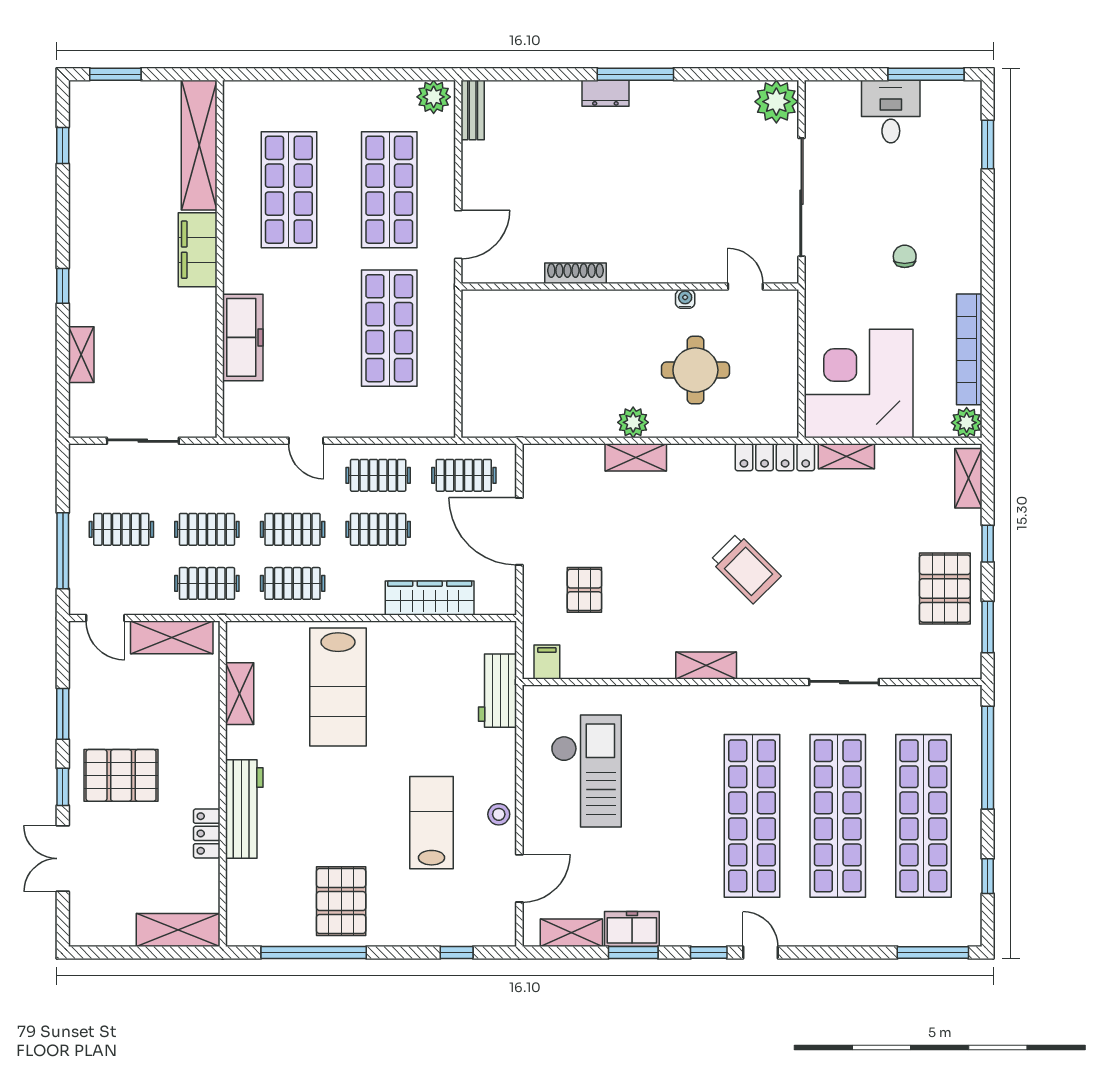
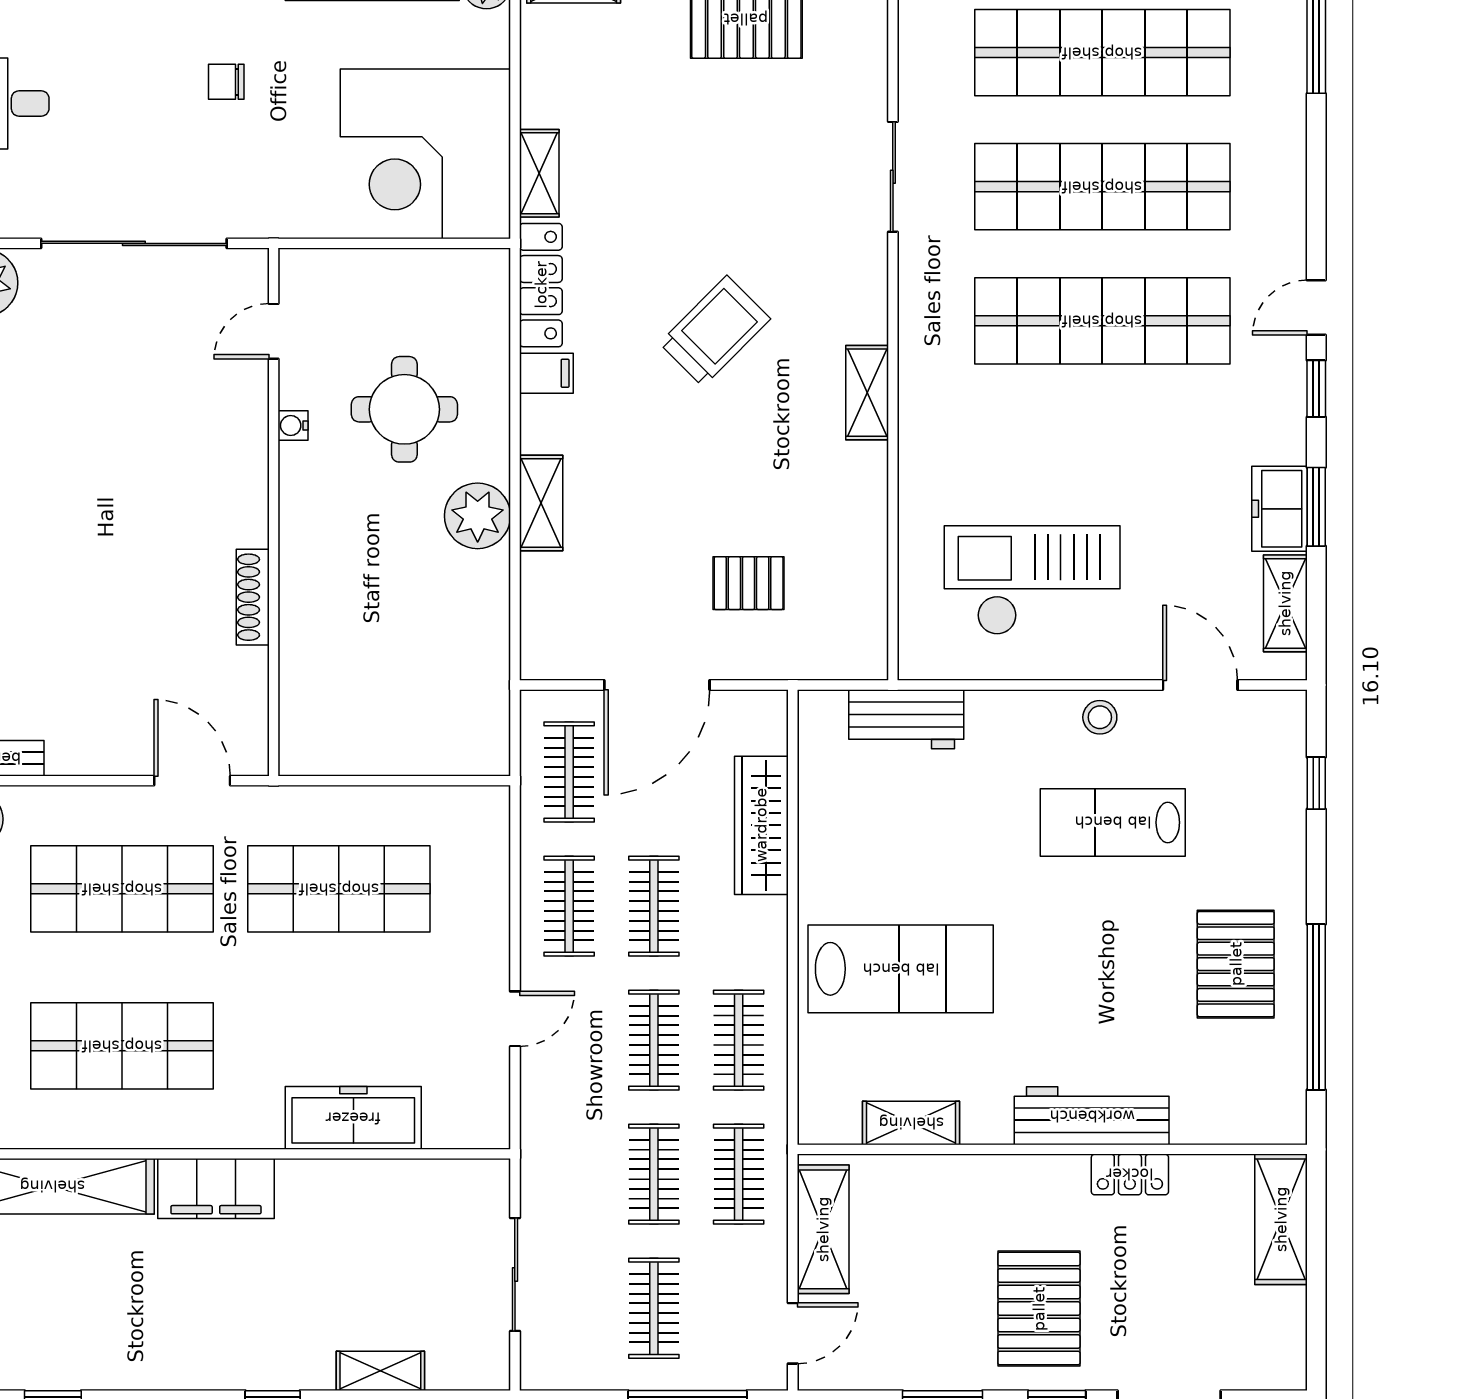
plant: (633, 422) -> (478, 516), width x1.36, depth x1.36
filing cabinet: (547, 662) -> (546, 373), moved, turned 180
pallet: (341, 901) -> (1236, 964), turned 90

